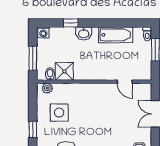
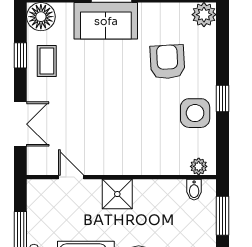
shower: (64, 71) -> (117, 194), moved
side table: (59, 113) -> (195, 113), moved

